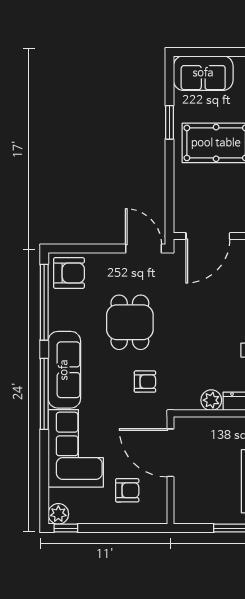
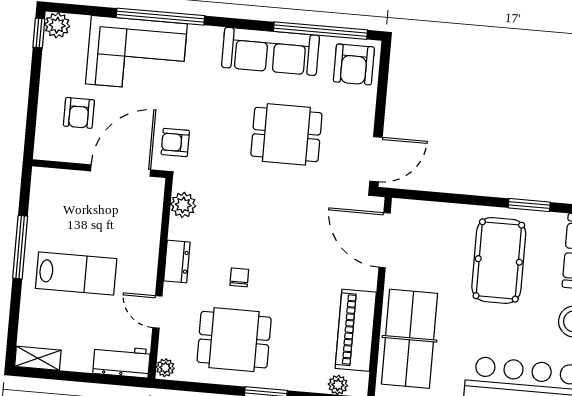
sofa: (64, 370) -> (270, 51), moved
armchair: (145, 382) -> (175, 142), moved, turned 90
window: (44, 394) -> (160, 17), moved
plant: (211, 400) -> (183, 205), moved

